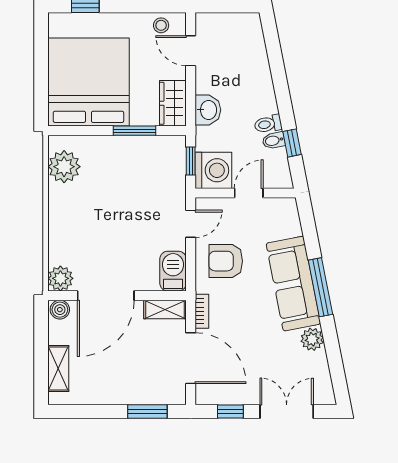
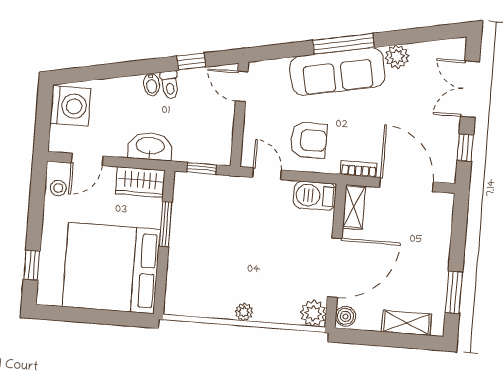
washbasin: (208, 110) -> (150, 146), width x1.38
bidet: (274, 140) -> (152, 85), moved
plant: (64, 167) -> (244, 312), moved, width x0.53, depth x0.53
washing machine: (213, 170) -> (70, 106), moved, turned 90
door: (249, 193) -> (242, 86), moved
armchair: (226, 261) -> (309, 140), turned -90
door: (106, 296) -> (335, 268), hinge flipped
door: (191, 358) -> (406, 185), hinge flipped
window: (147, 412) -> (454, 292), moved

